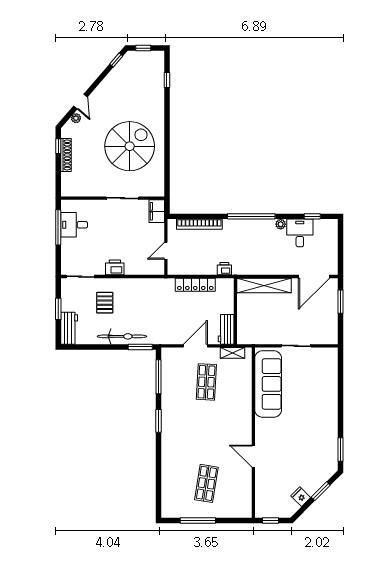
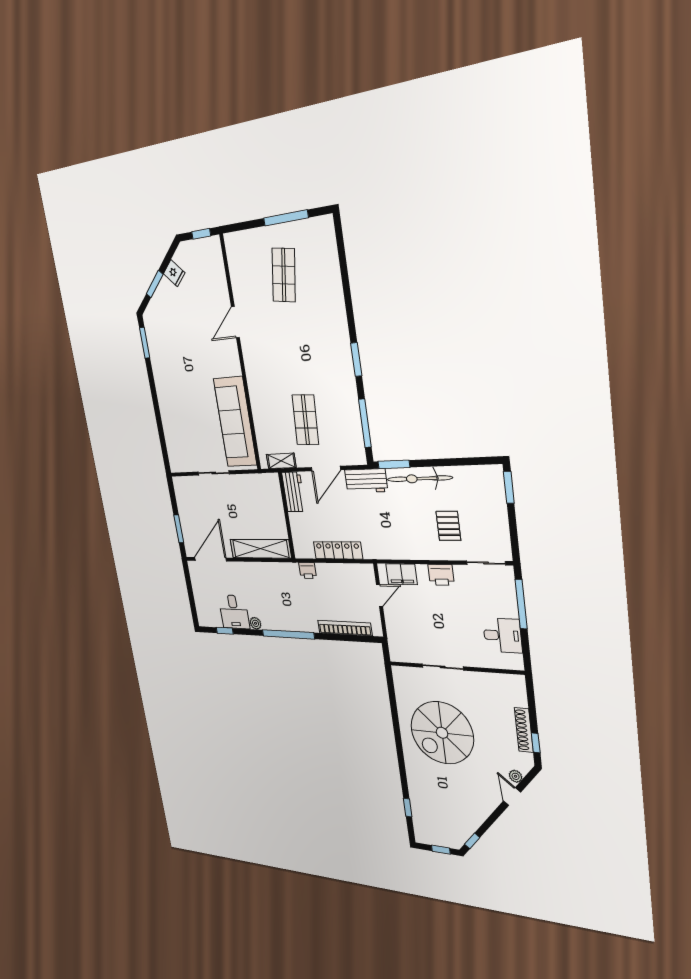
filing cabinet: (157, 211) -> (401, 574), moved, turned 90
window: (58, 227) -> (521, 604), moved
window: (58, 309) -> (509, 487), moved
workbench: (69, 328) -> (366, 481), moved, turned -90
door: (253, 456) -> (235, 322), swing flipped

